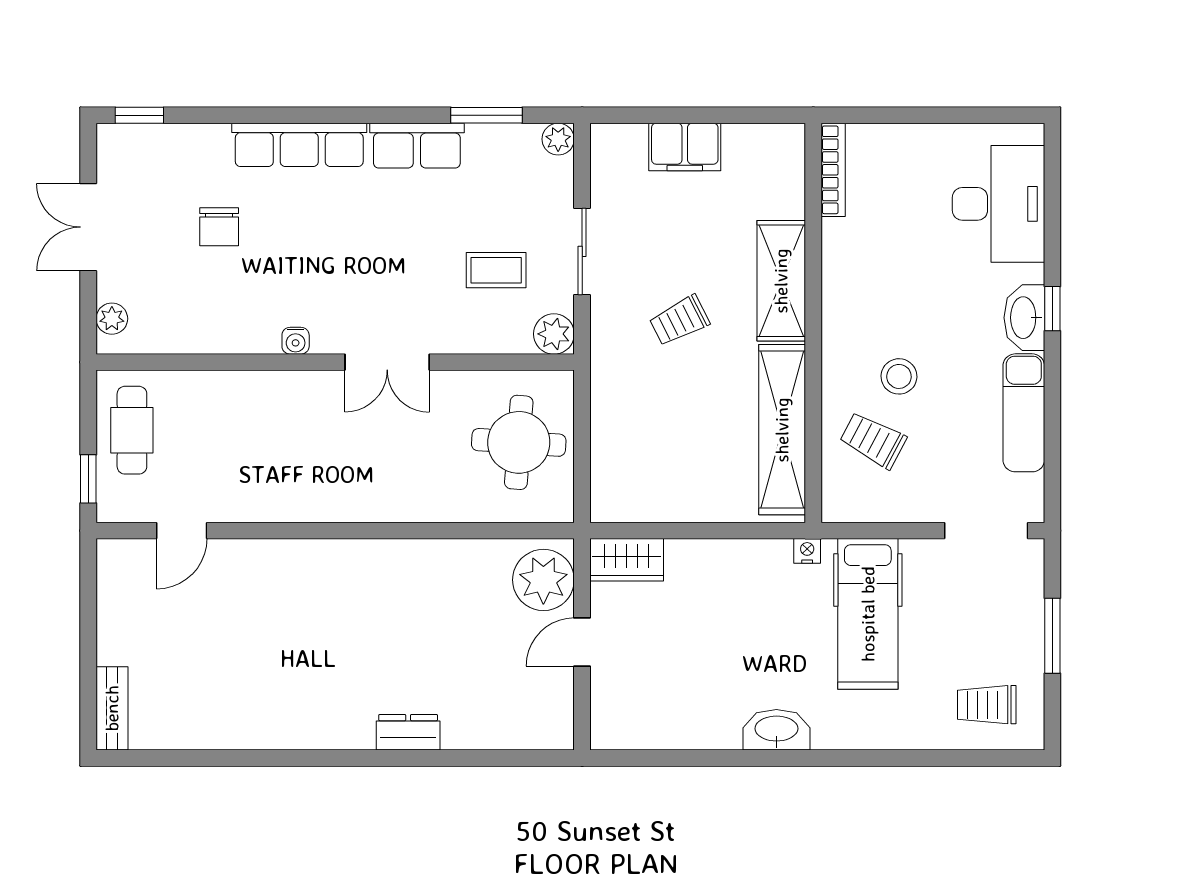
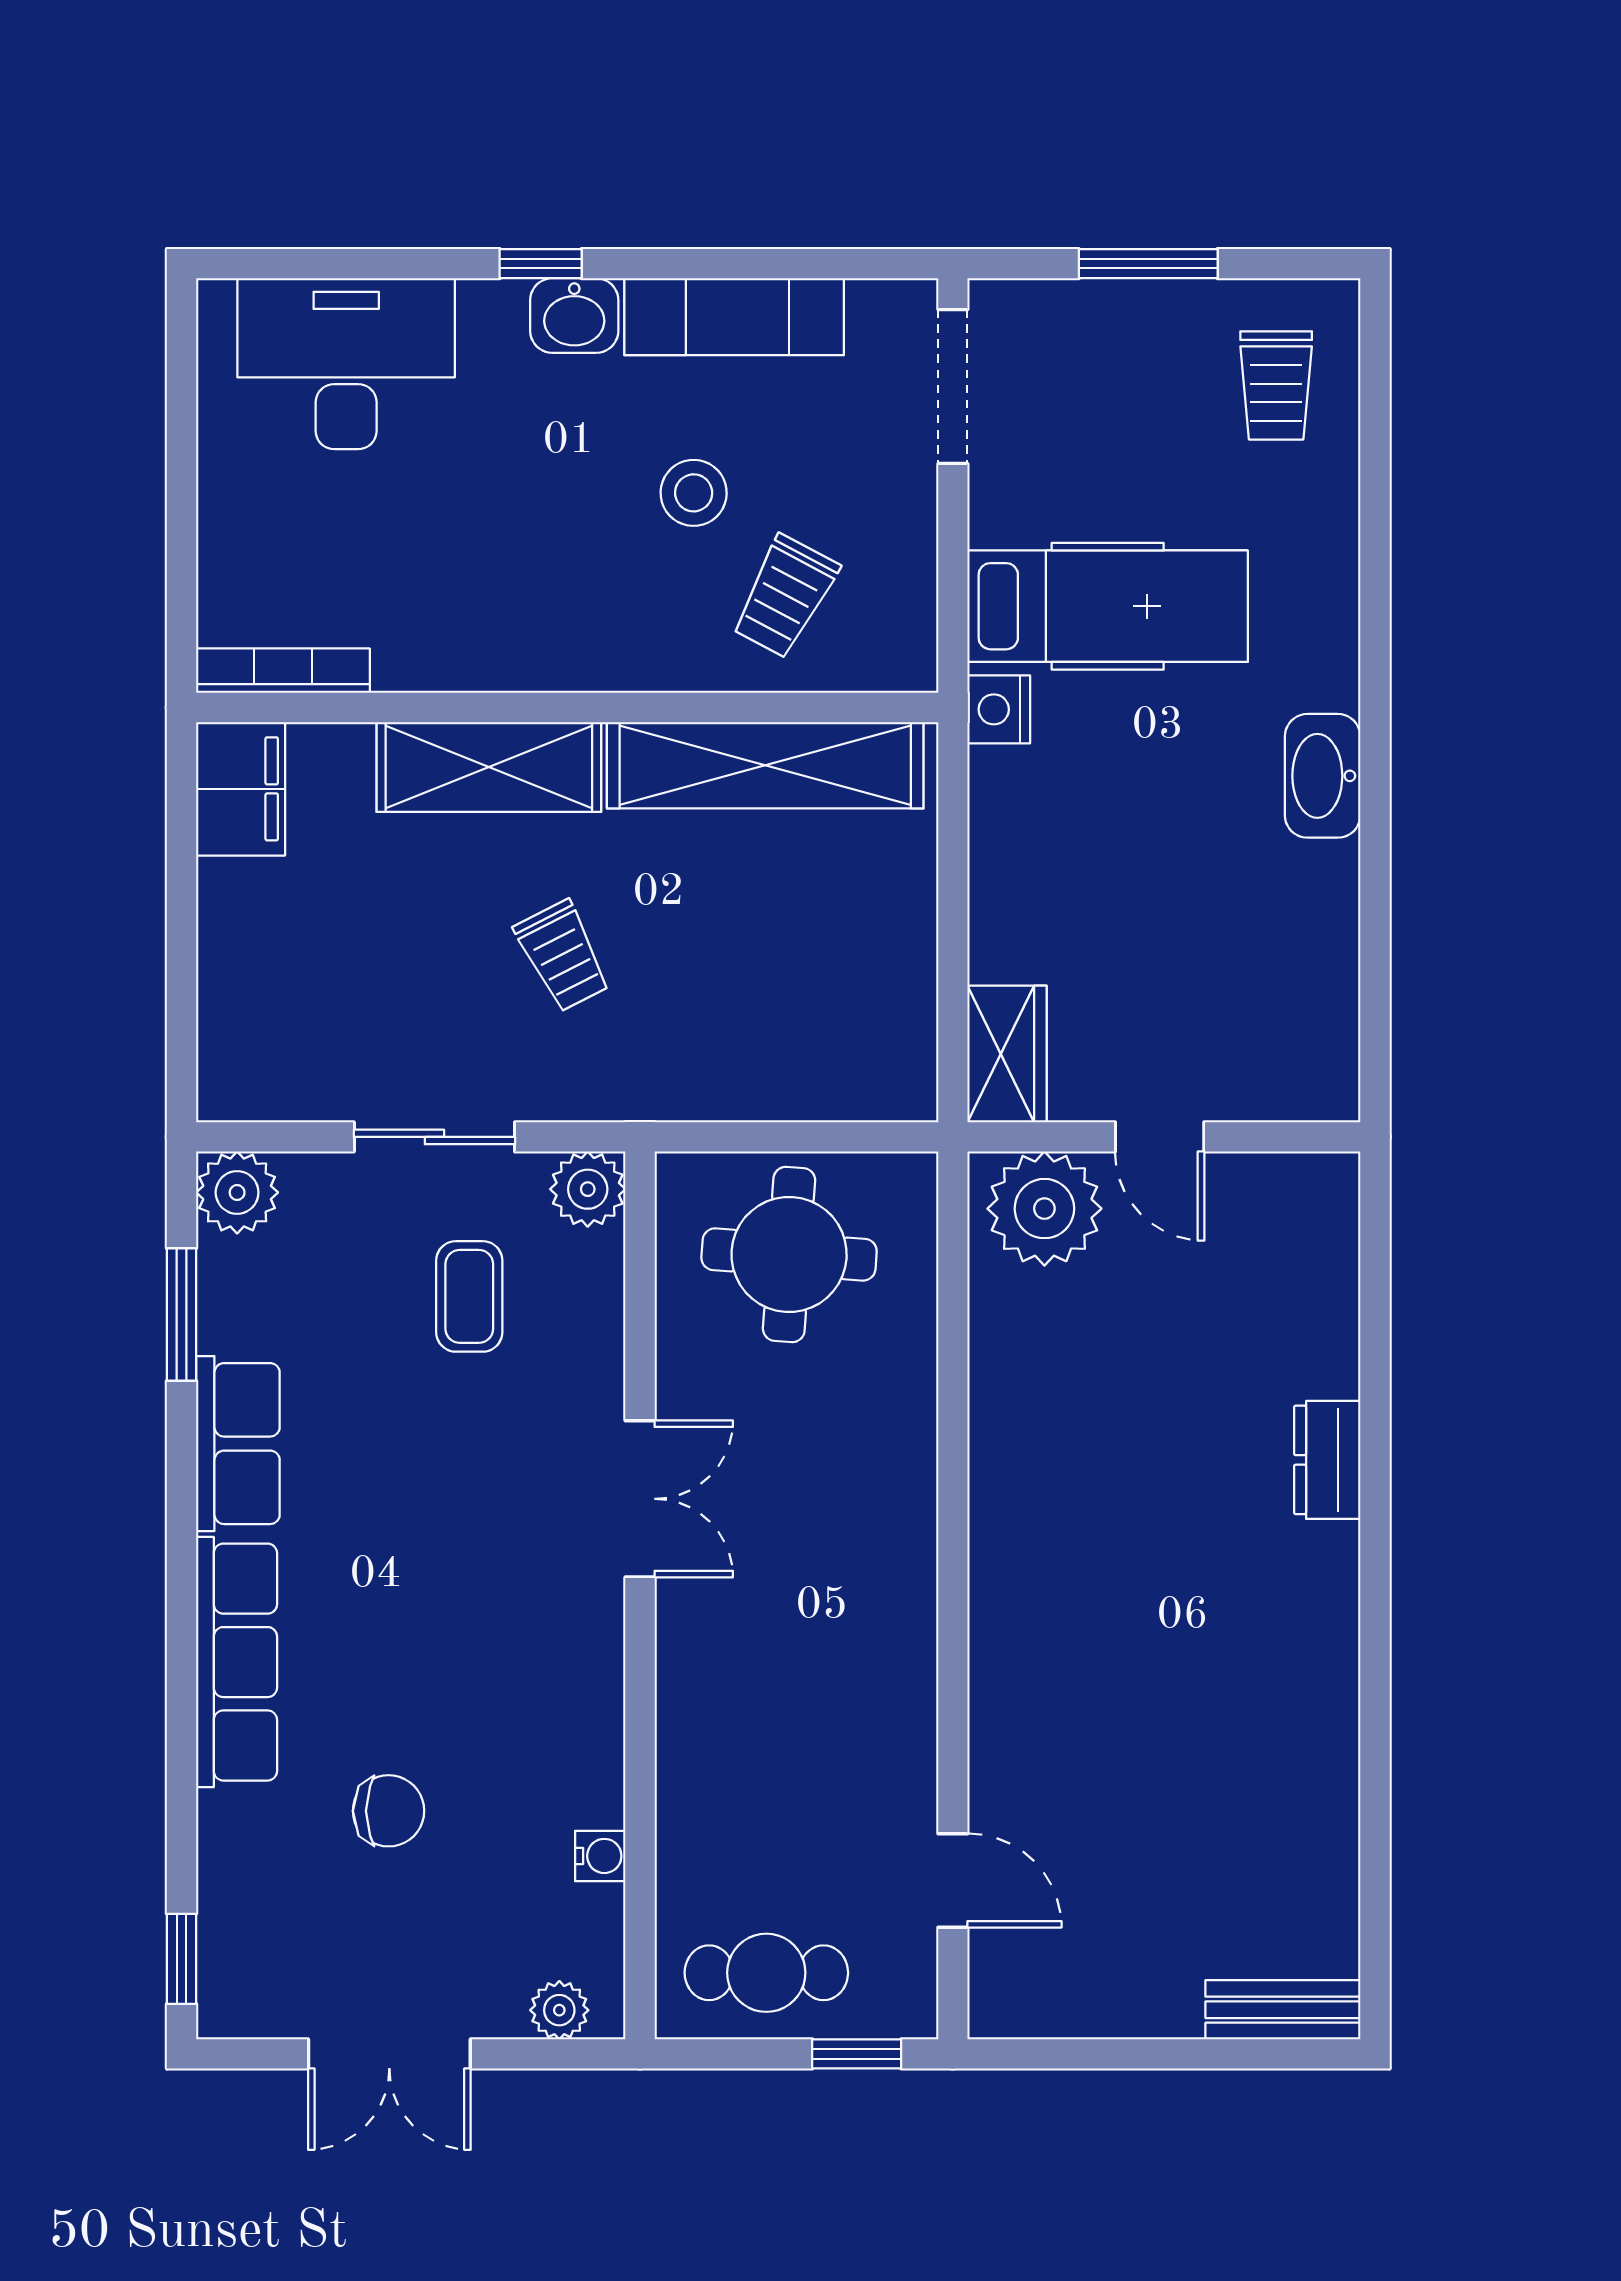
plant: (558, 139) -> (237, 1192), width x1.38, depth x1.38
filing cabinet: (685, 147) -> (241, 789), moved
washbasin: (1024, 318) -> (574, 316), width x0.72
water cooler: (296, 341) -> (600, 1856), moved
stool: (899, 376) -> (694, 493), moved
nightstand: (807, 551) -> (999, 709), width x1.39, depth x1.35

